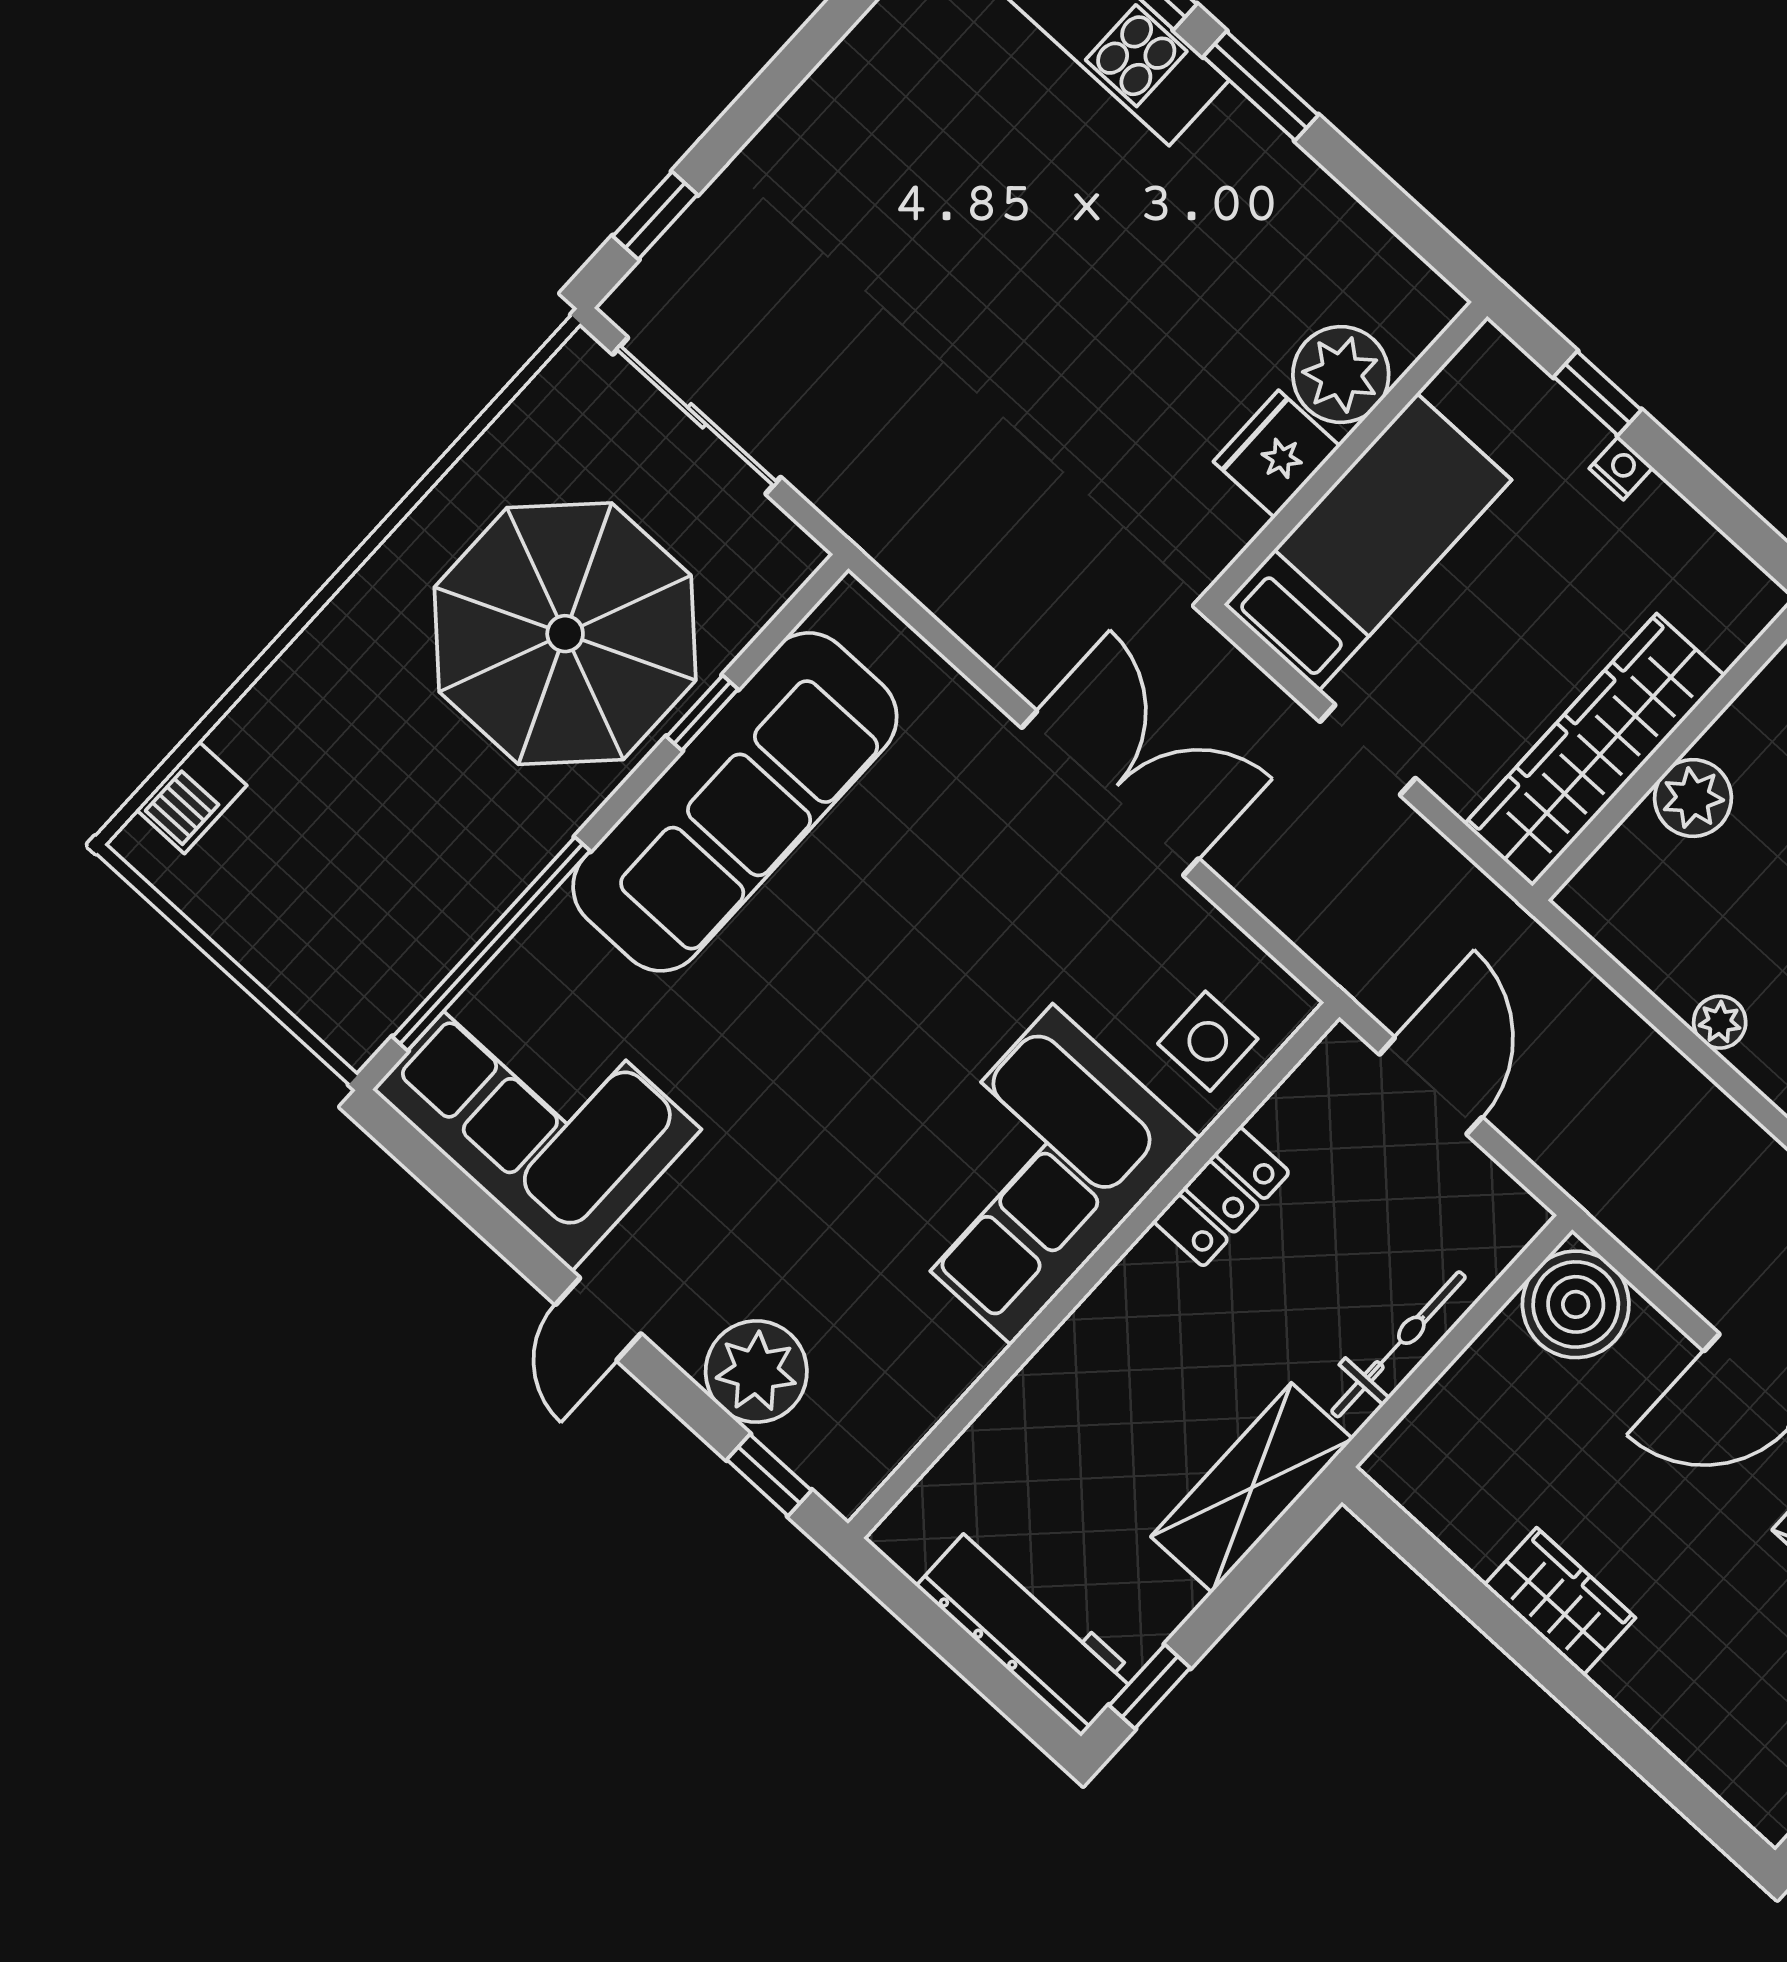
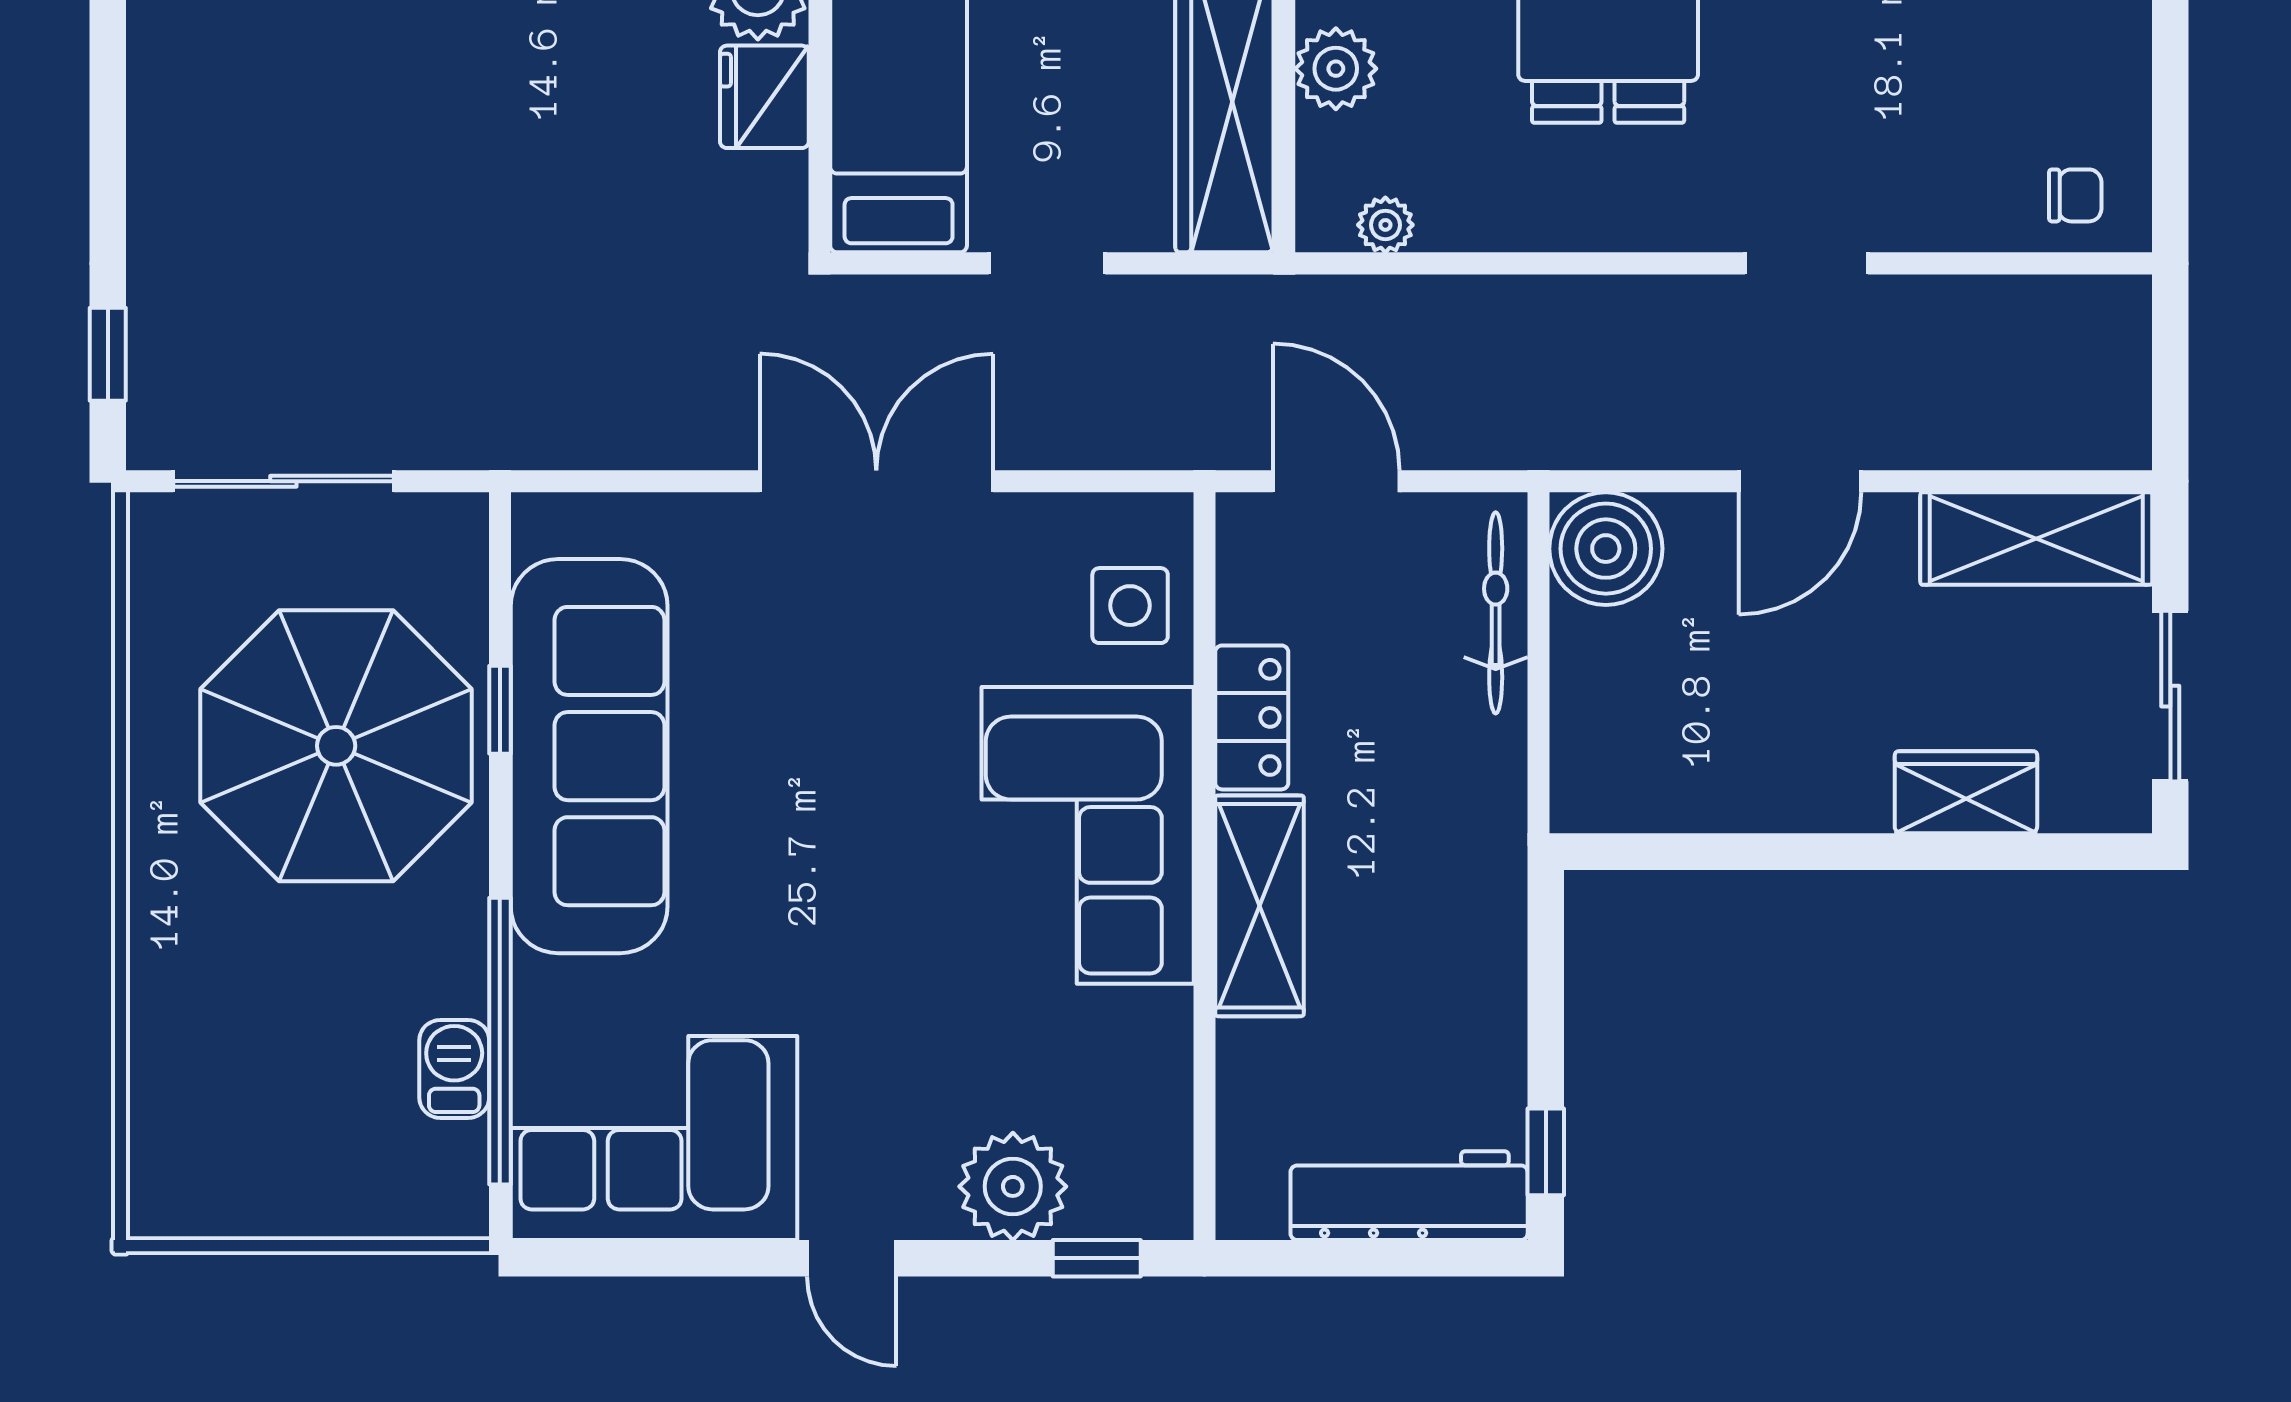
barbecue: (191, 797) -> (454, 1069), moved, turned 180
plant: (1720, 1022) -> (1385, 225), moved
bicycle: (1398, 1344) -> (1496, 613), moved
shelving: (1252, 1488) -> (1259, 906), moved
wardrobe: (1560, 1601) -> (1966, 792), moved

